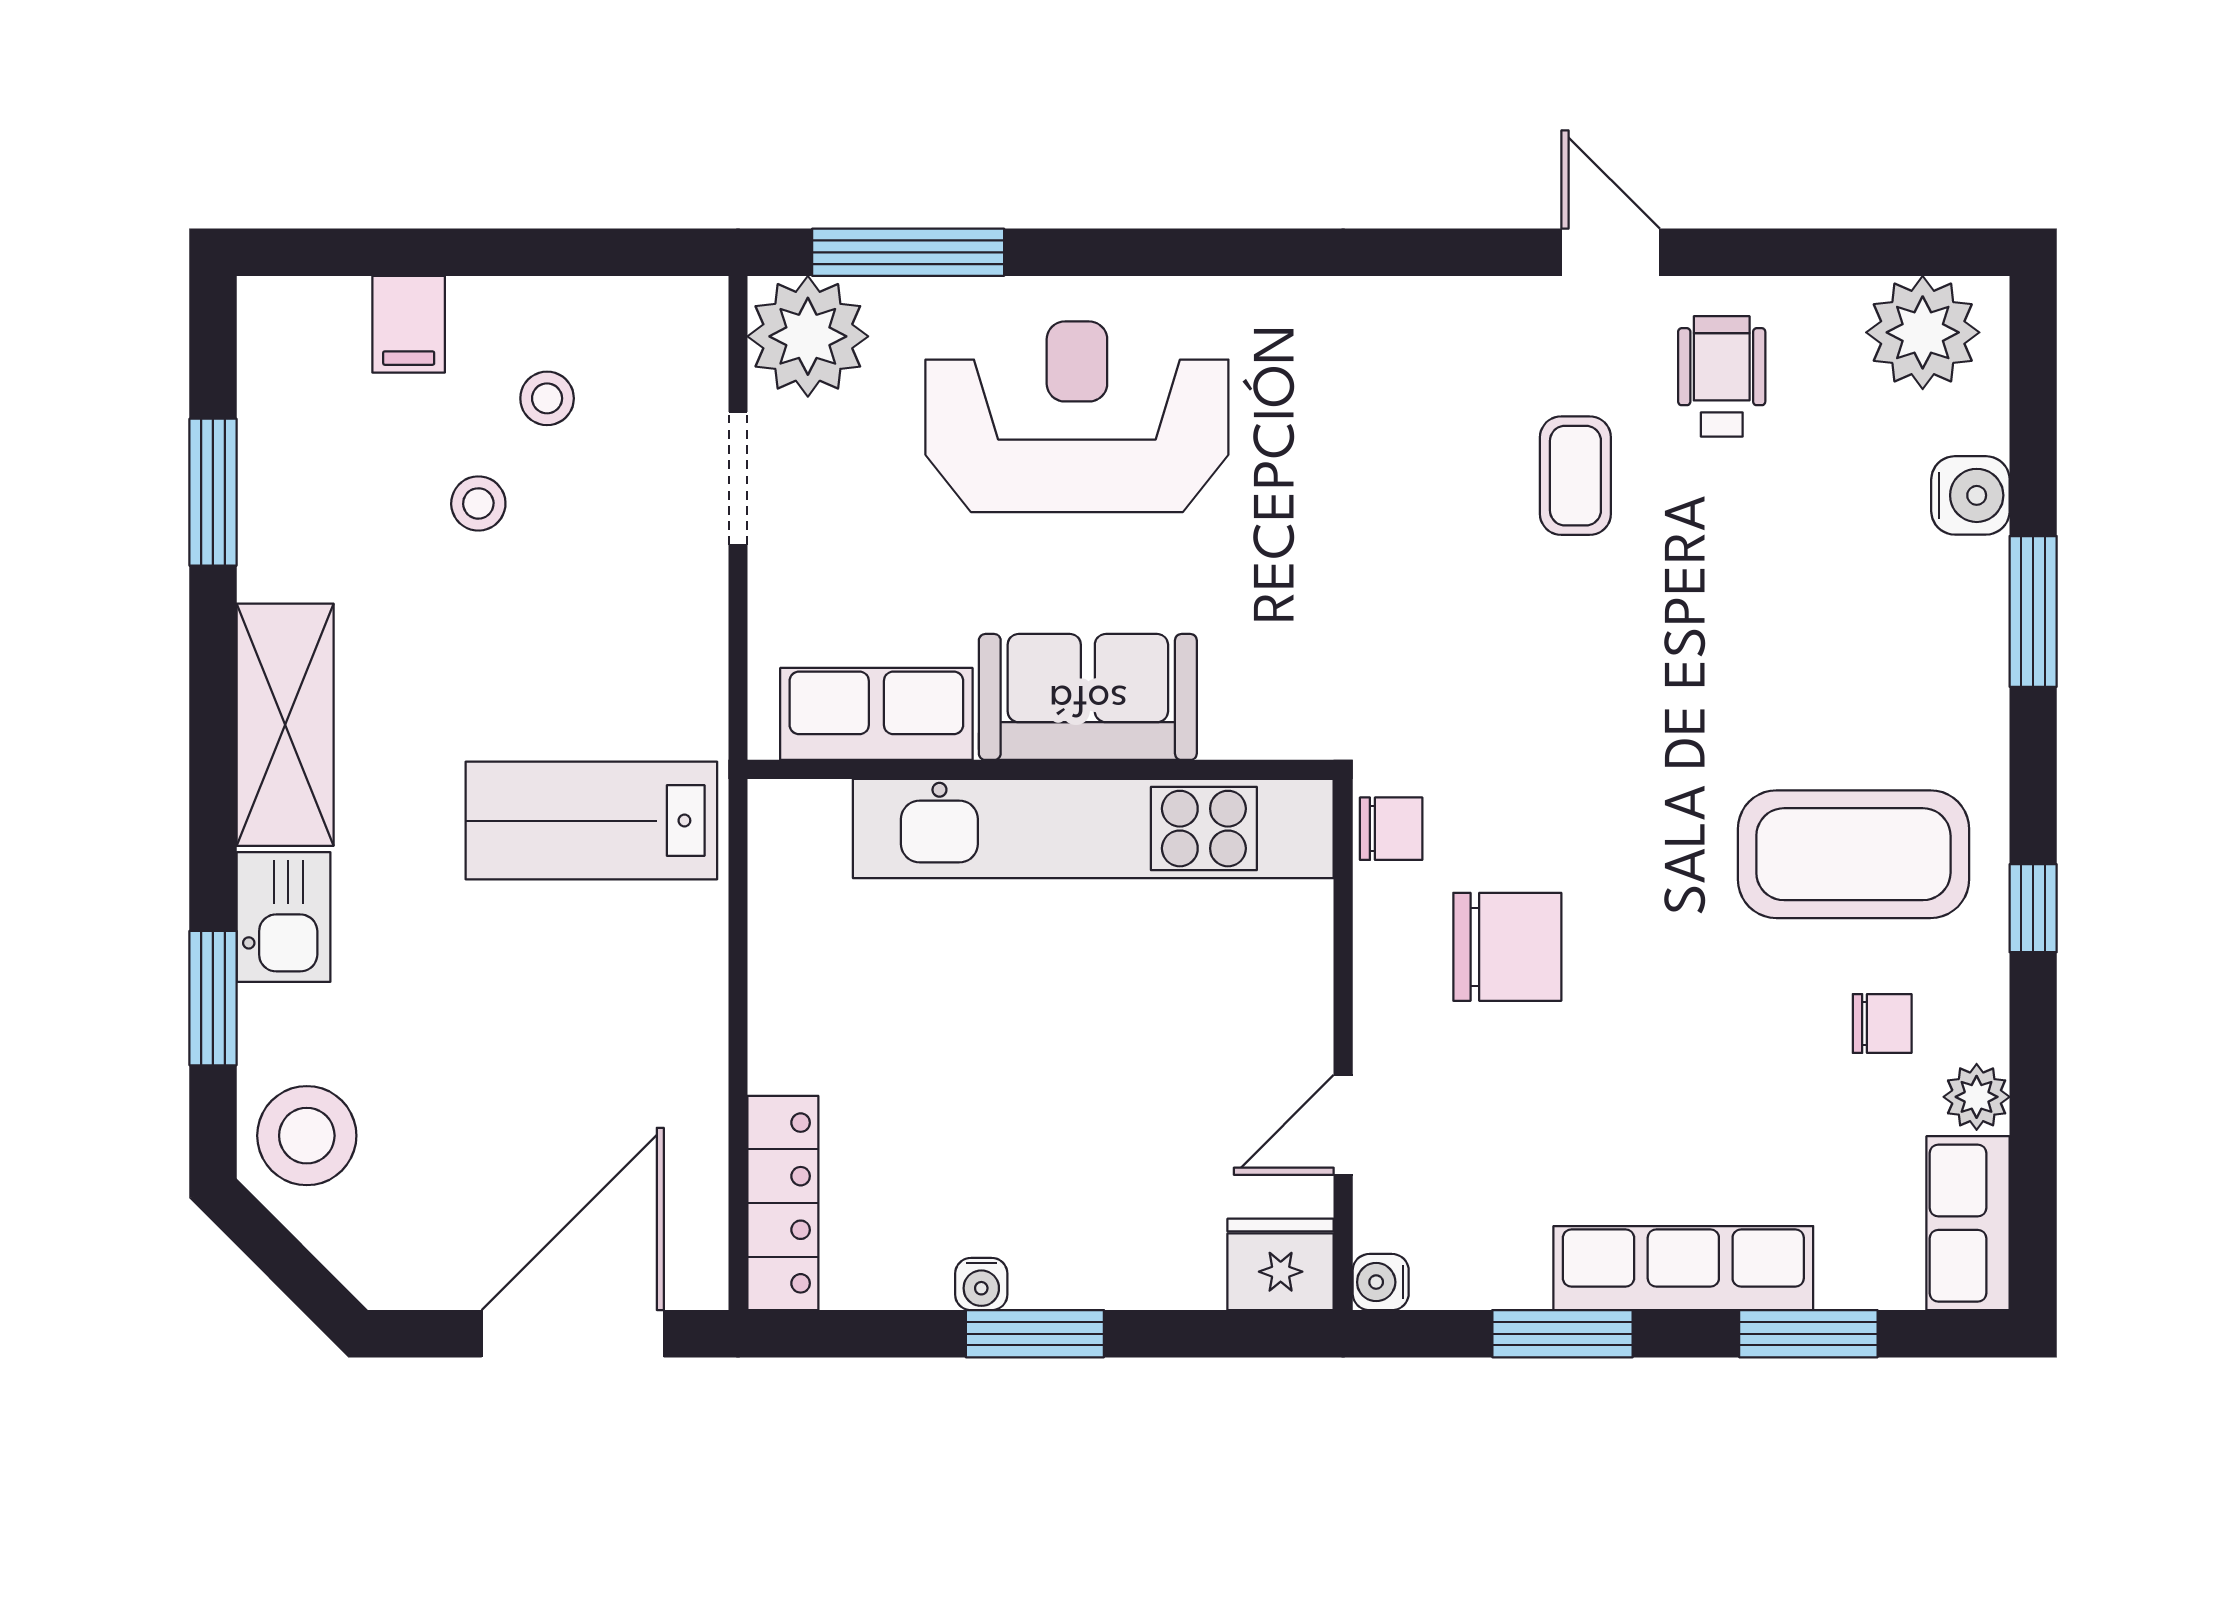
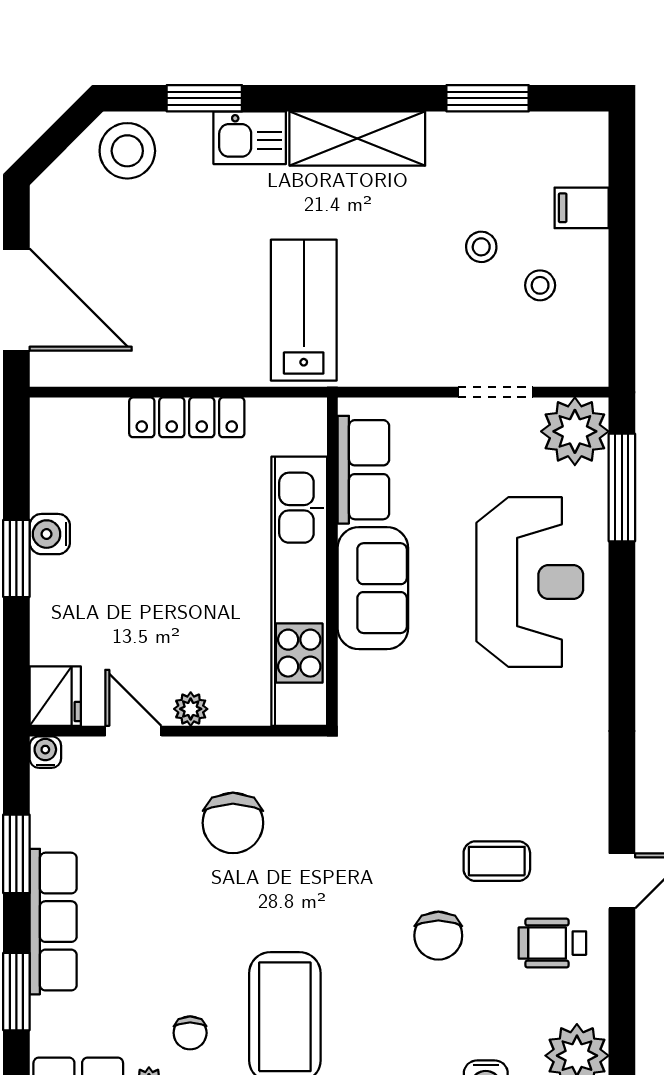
wheelchair: (1722, 376) -> (552, 943), turned 180
chair: (1391, 829) -> (438, 936), moved, width x1.37, depth x1.37
plant: (1304, 1022) -> (191, 709), added
locker: (783, 1203) -> (187, 417), moved
water cooler: (981, 1284) -> (50, 534), width x1.38, depth x1.38

